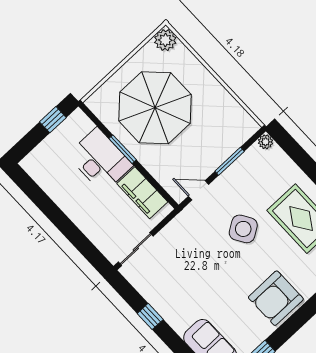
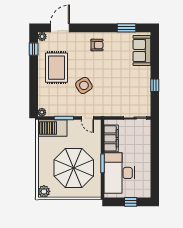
window: (53, 120) -> (131, 202), moved
barbecue: (232, 134) -> (52, 128), added
desk: (100, 160) -> (119, 173), width x1.36, depth x1.30
armchair: (276, 298) -> (97, 45), width x0.53, depth x0.53

